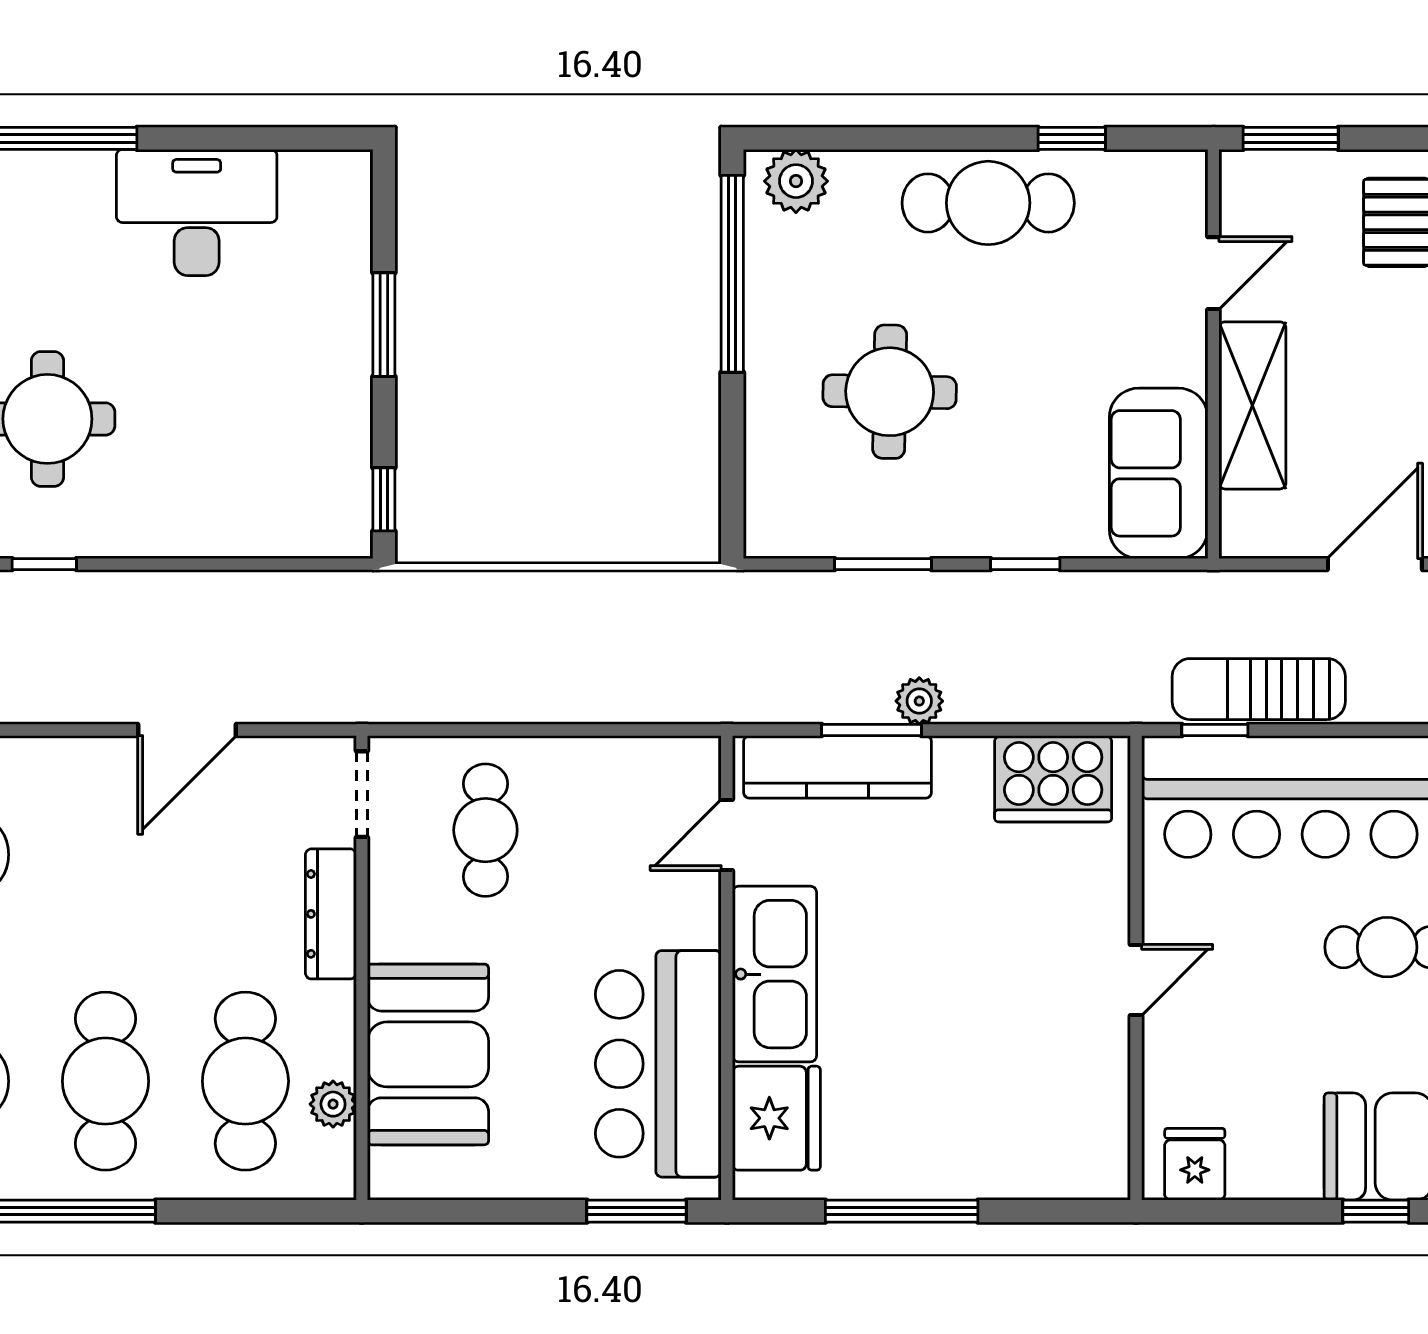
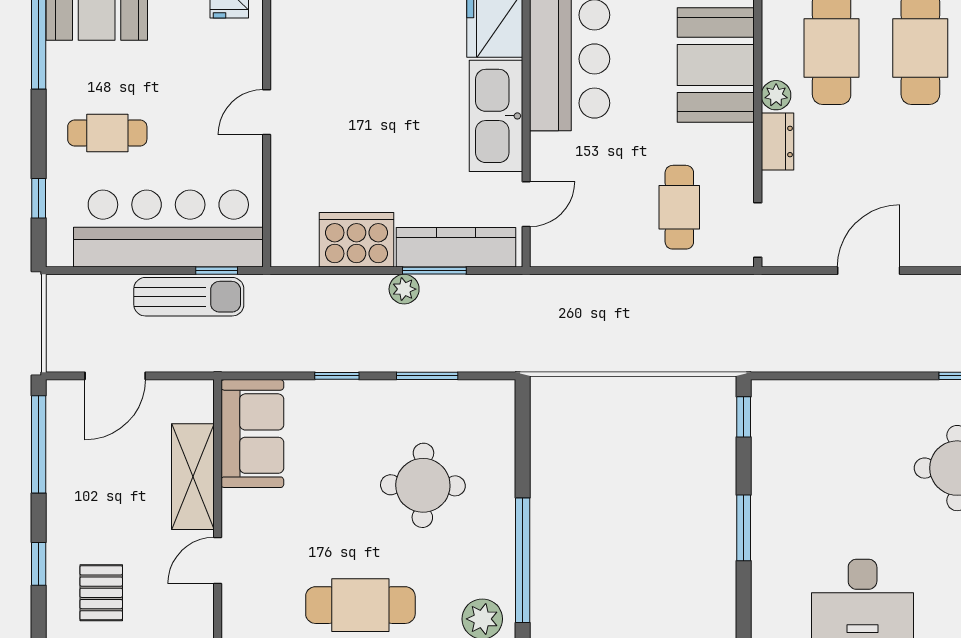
cooker: (1053, 779) -> (356, 240), moved
dresser: (331, 914) -> (777, 141), width x0.70
plant: (333, 1104) -> (776, 95), moved

